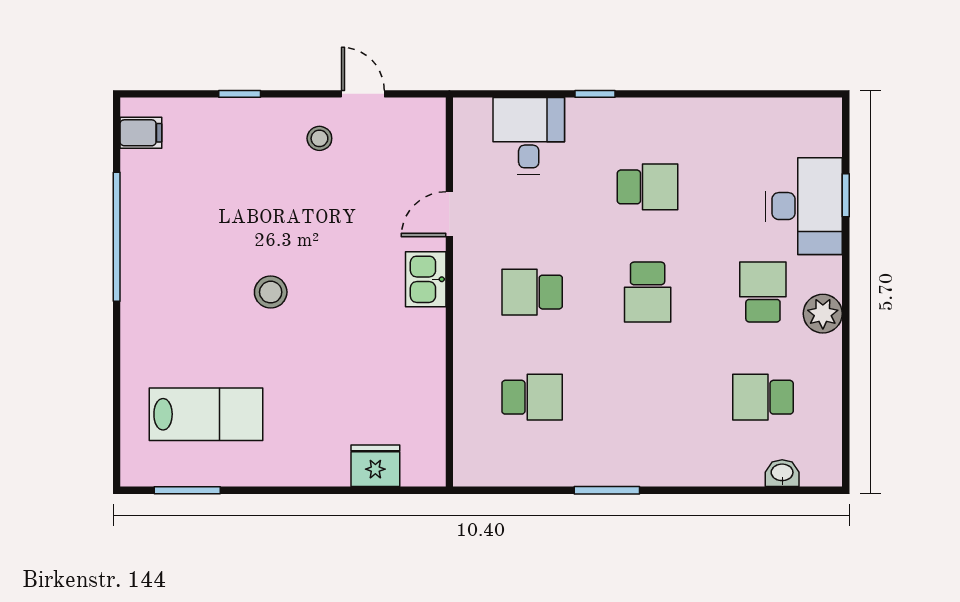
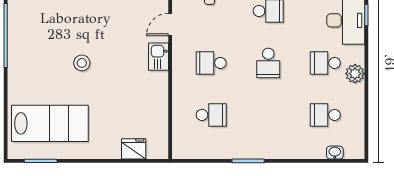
school desk: (763, 292) -> (325, 63), turned -90
lab bench: (206, 414) -> (50, 123), width x1.36, depth x1.39

